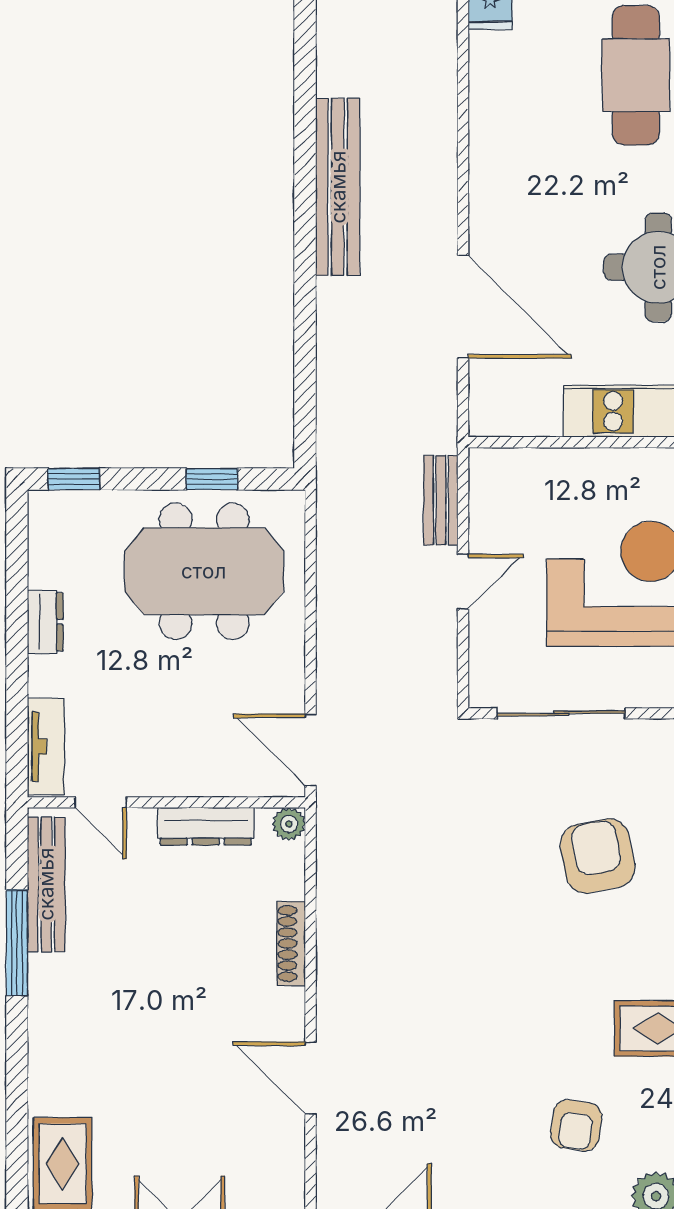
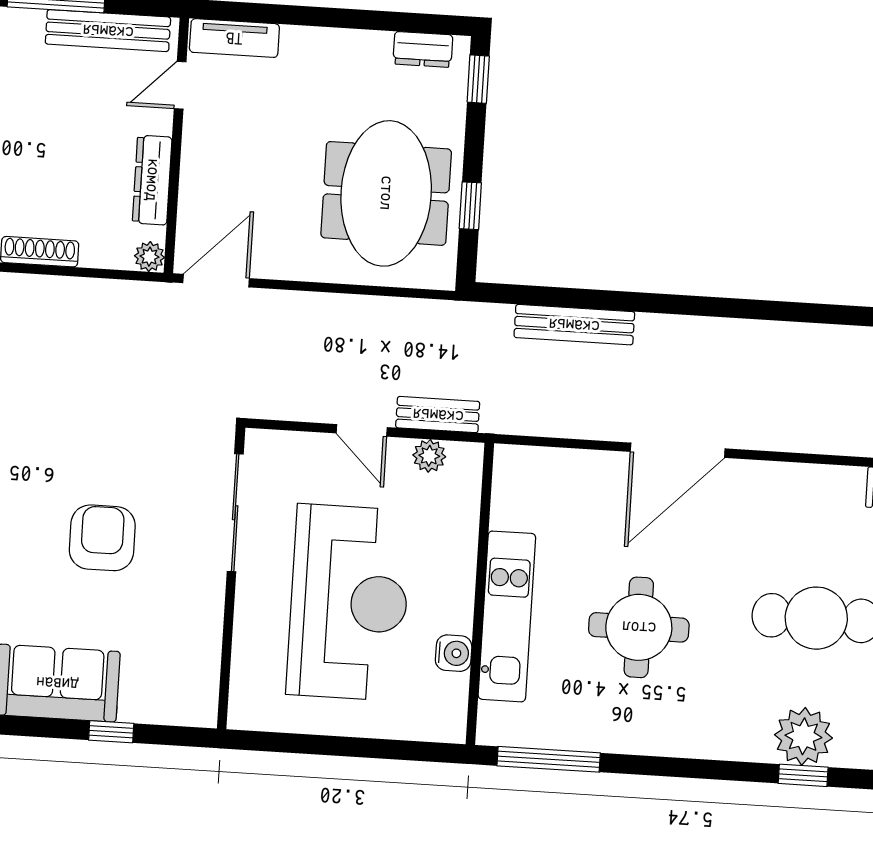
bench: (338, 187) -> (574, 325), moved, width x0.73, depth x0.82
door: (463, 307) -> (678, 450), moved
plant: (486, 507) -> (429, 456), added
dresser: (45, 622) -> (423, 49), moved
armchair: (598, 856) -> (102, 538), turned -79

